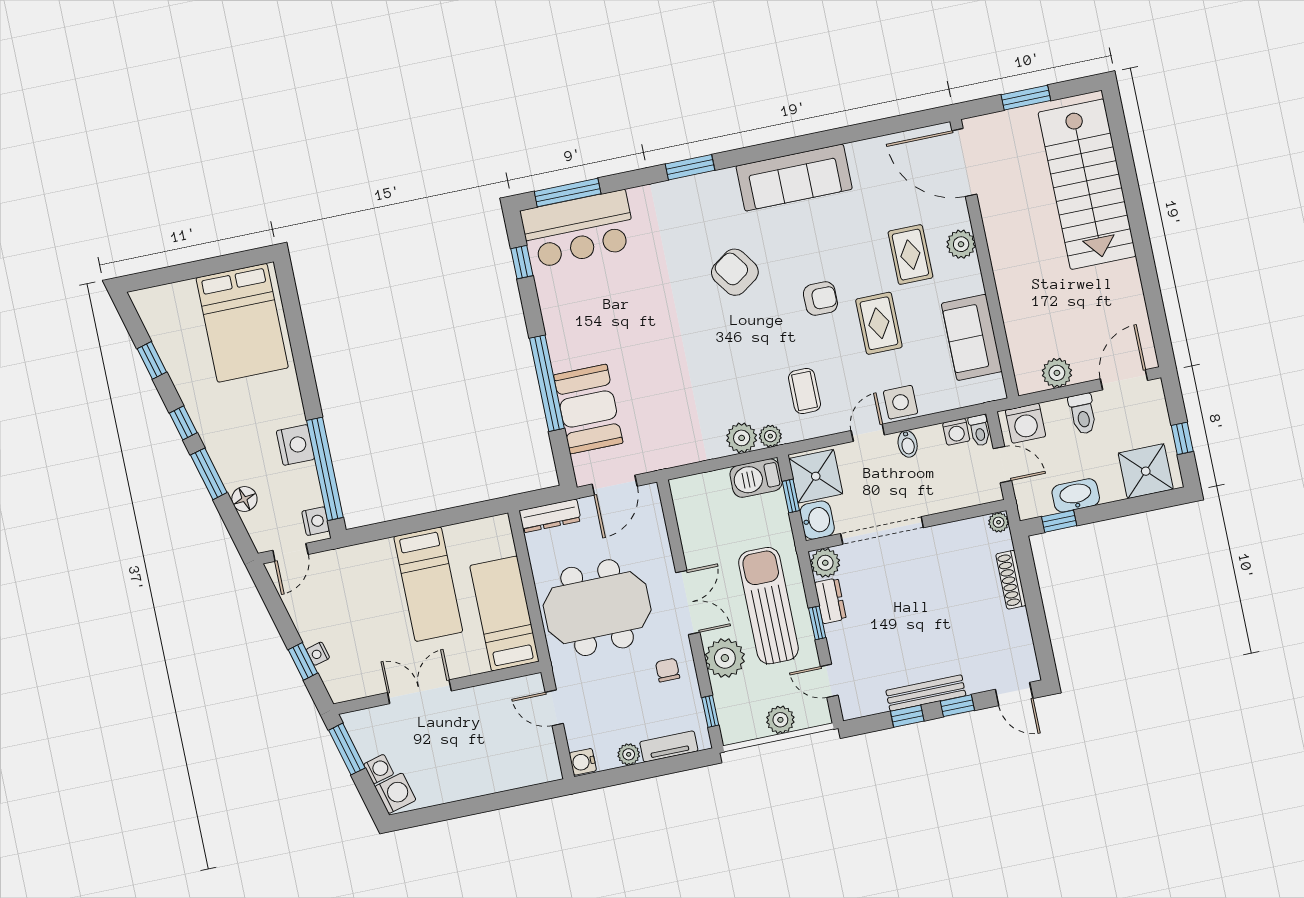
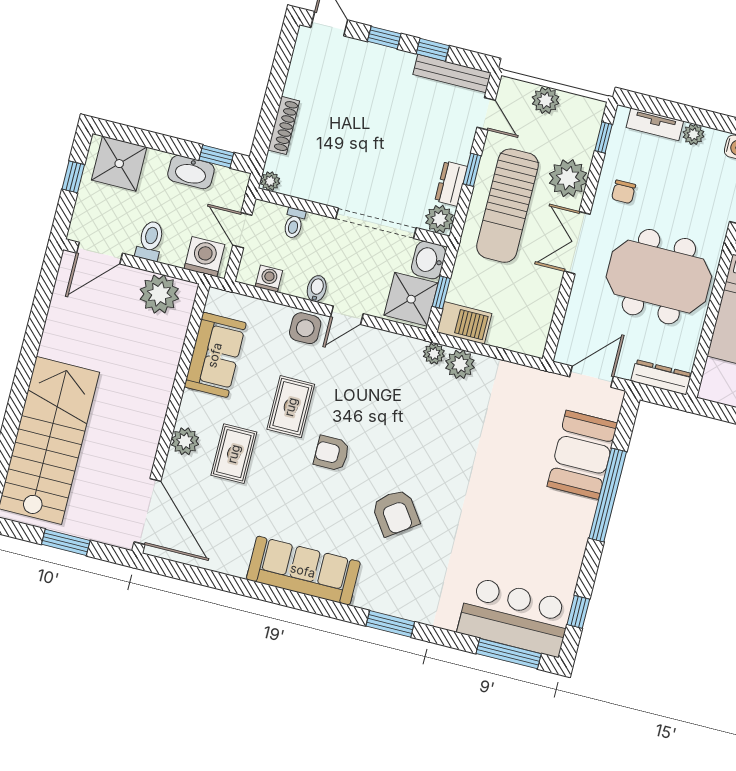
plant: (1057, 373) -> (159, 294), width x1.36, depth x1.36
coffee table: (804, 391) -> (385, 379), removed
toilet: (979, 430) -> (294, 223), moved, turned 180
bench: (926, 693) -> (452, 74), moved

